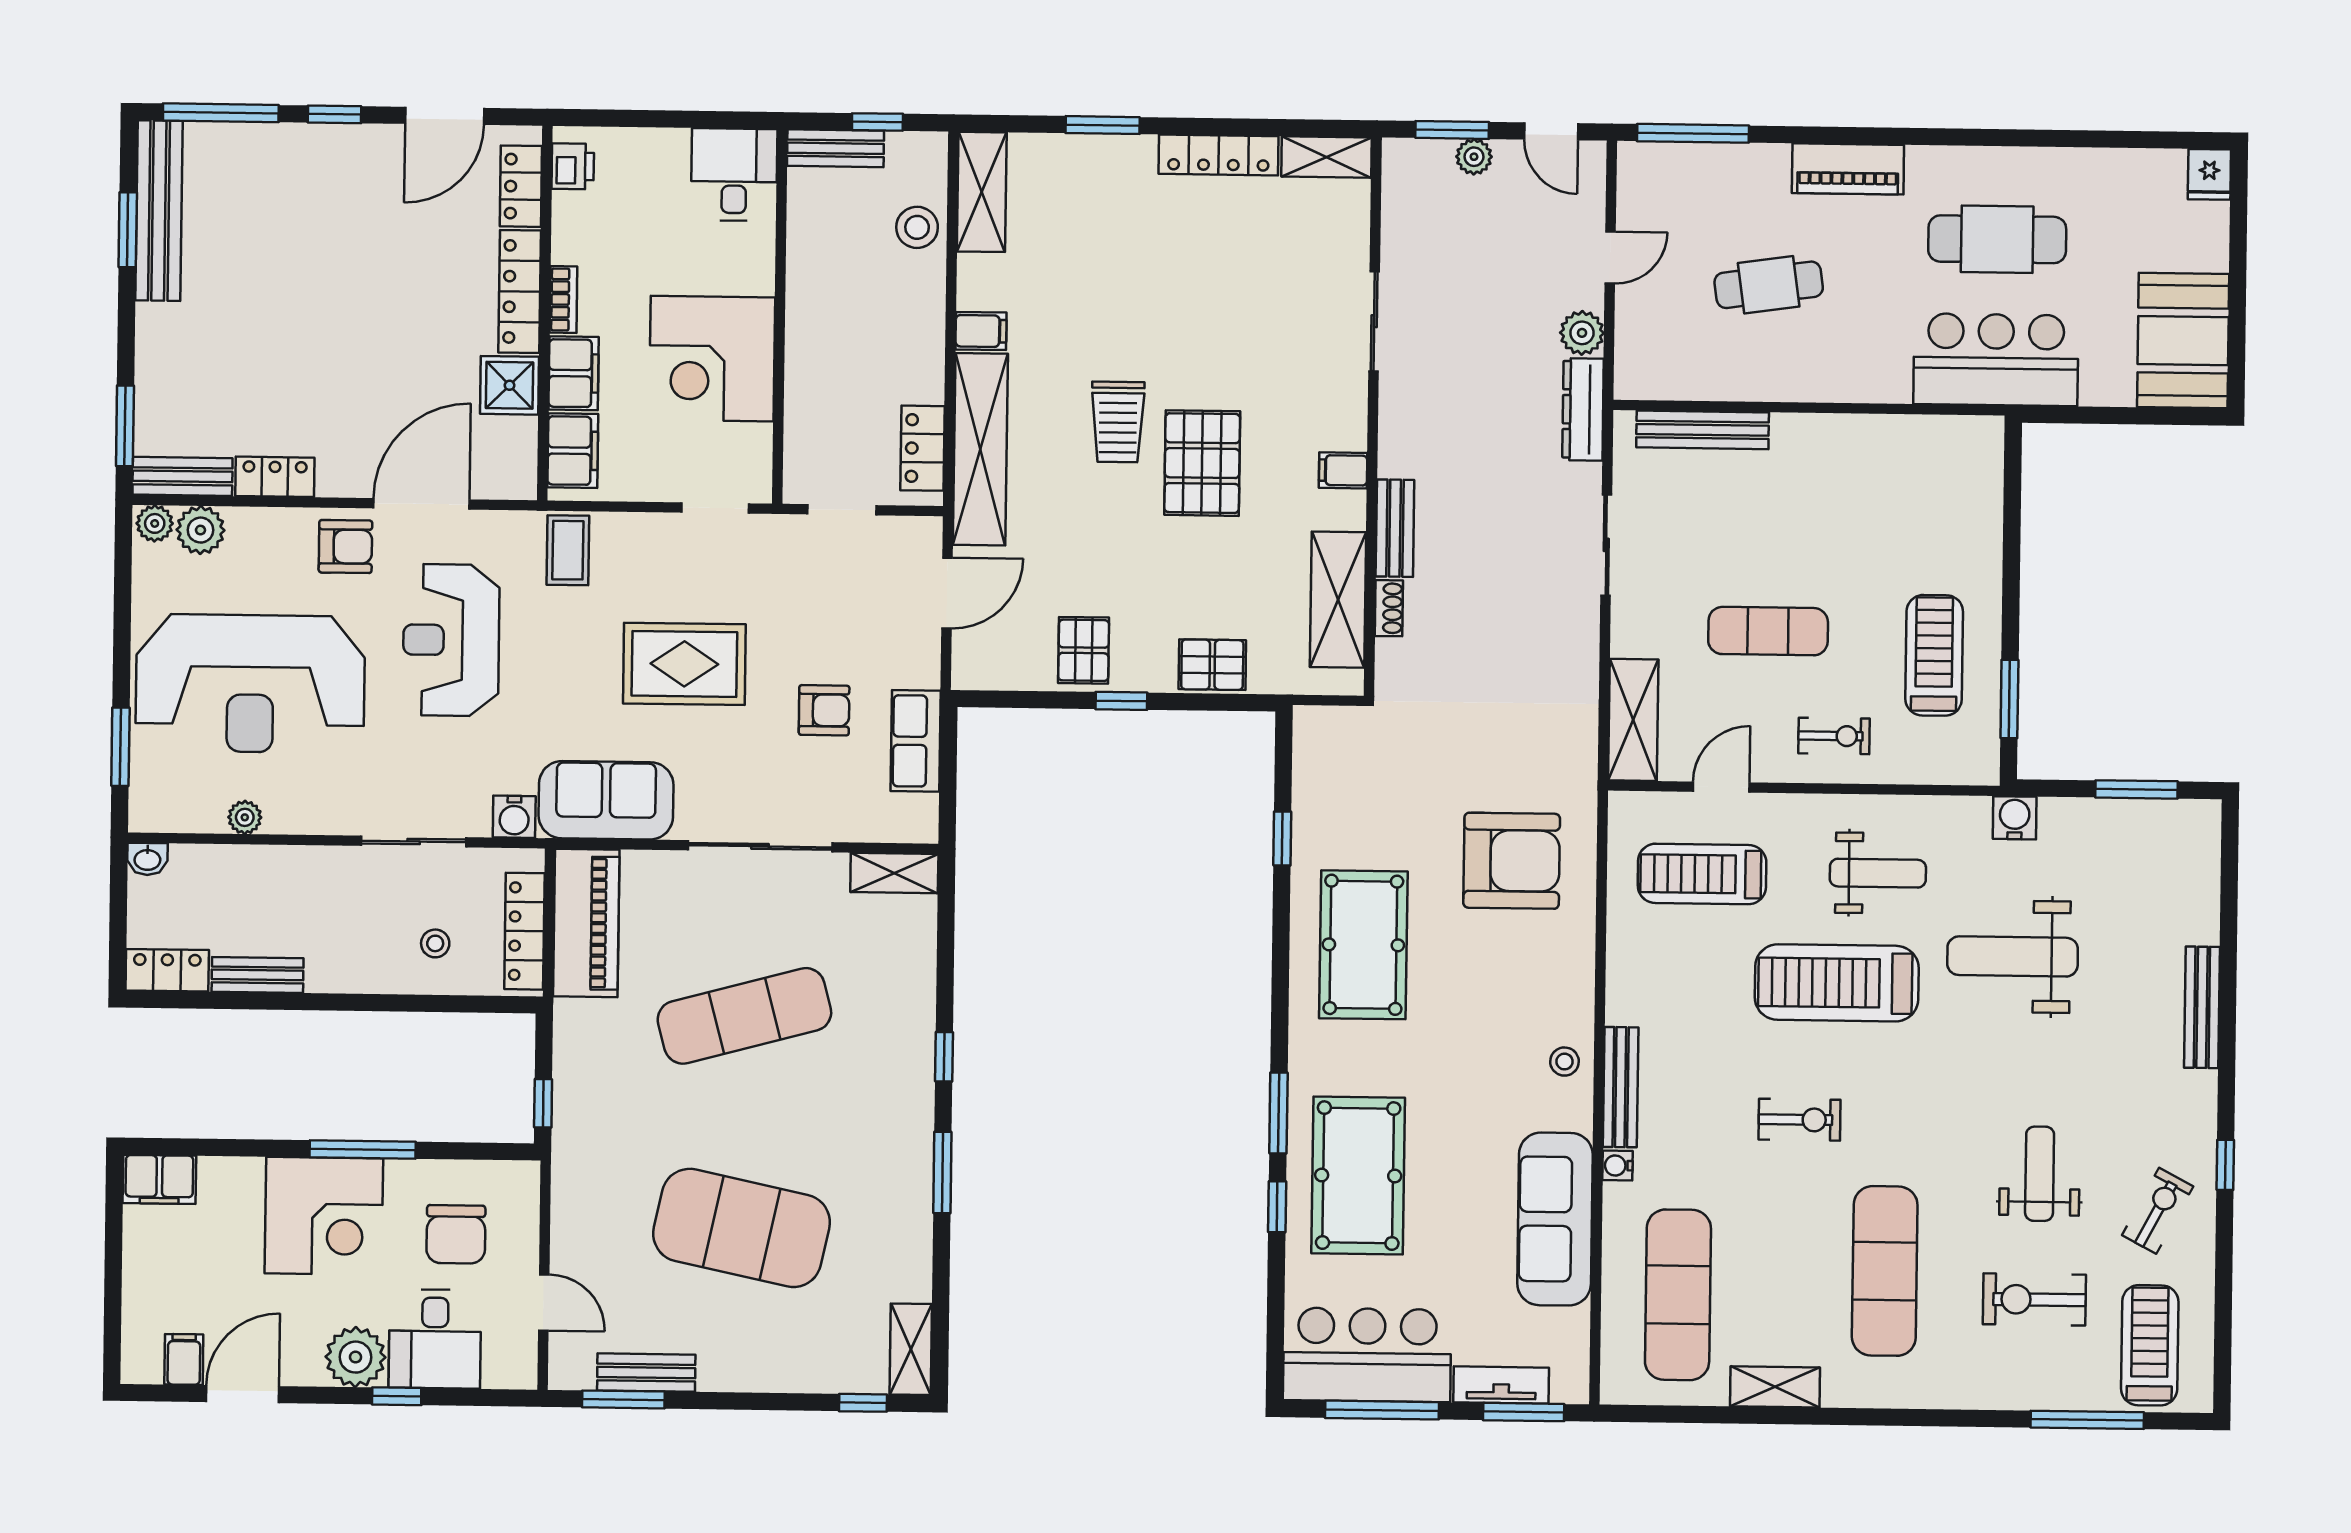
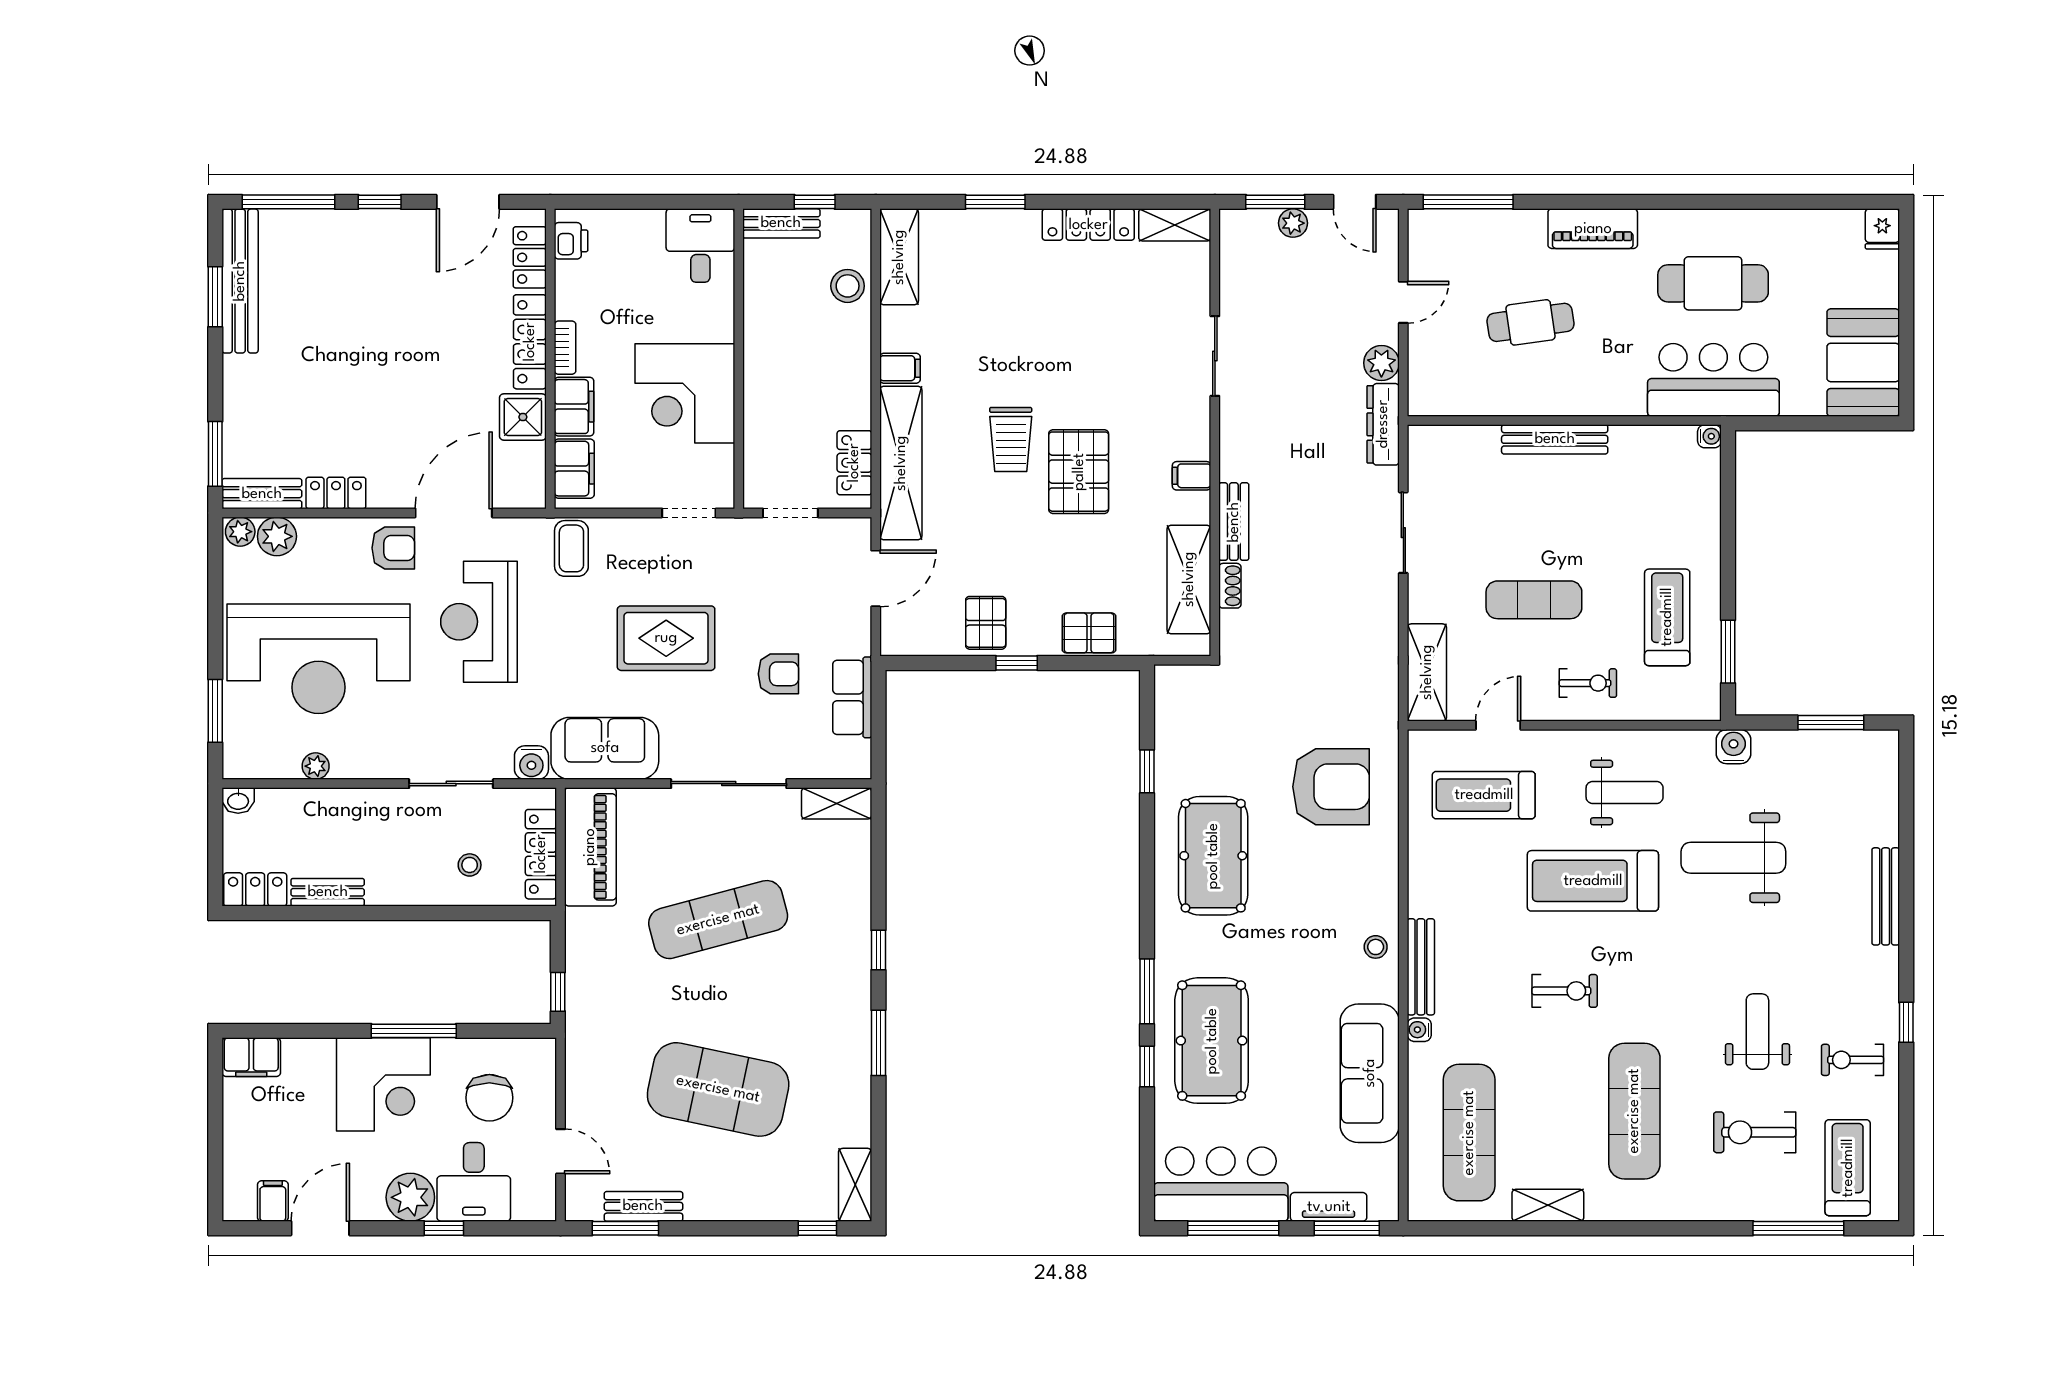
bench: (1703, 430) -> (1555, 439), moved
water cooler: (1990, 430) -> (1709, 436), added
exercise bike: (2158, 1211) -> (1853, 1060), turned -118

